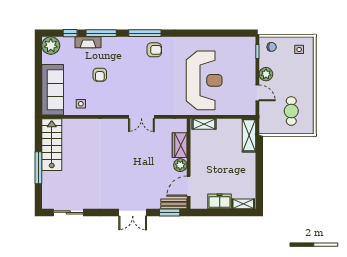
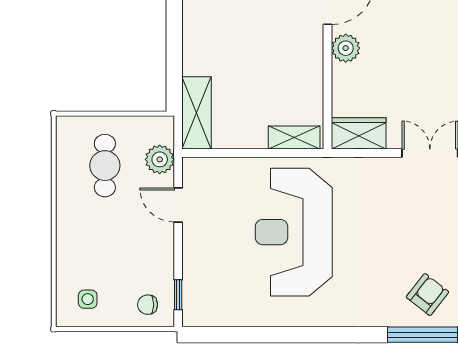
armchair: (154, 50) -> (427, 295), moved, turned 128
plant: (266, 74) -> (160, 159), moved
wardrobe: (180, 145) -> (359, 133), moved, turned -90

